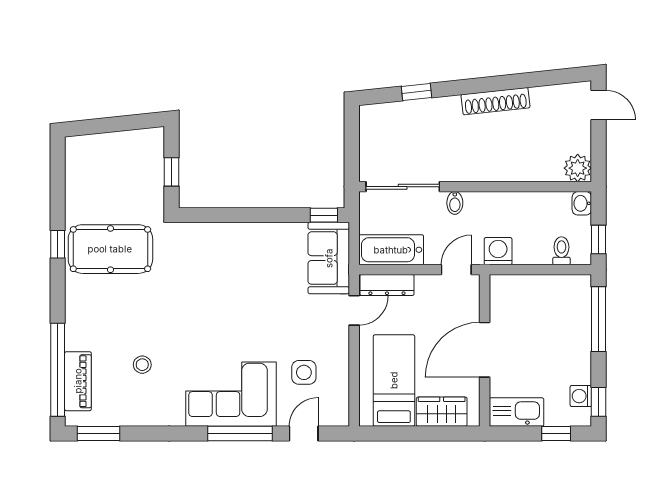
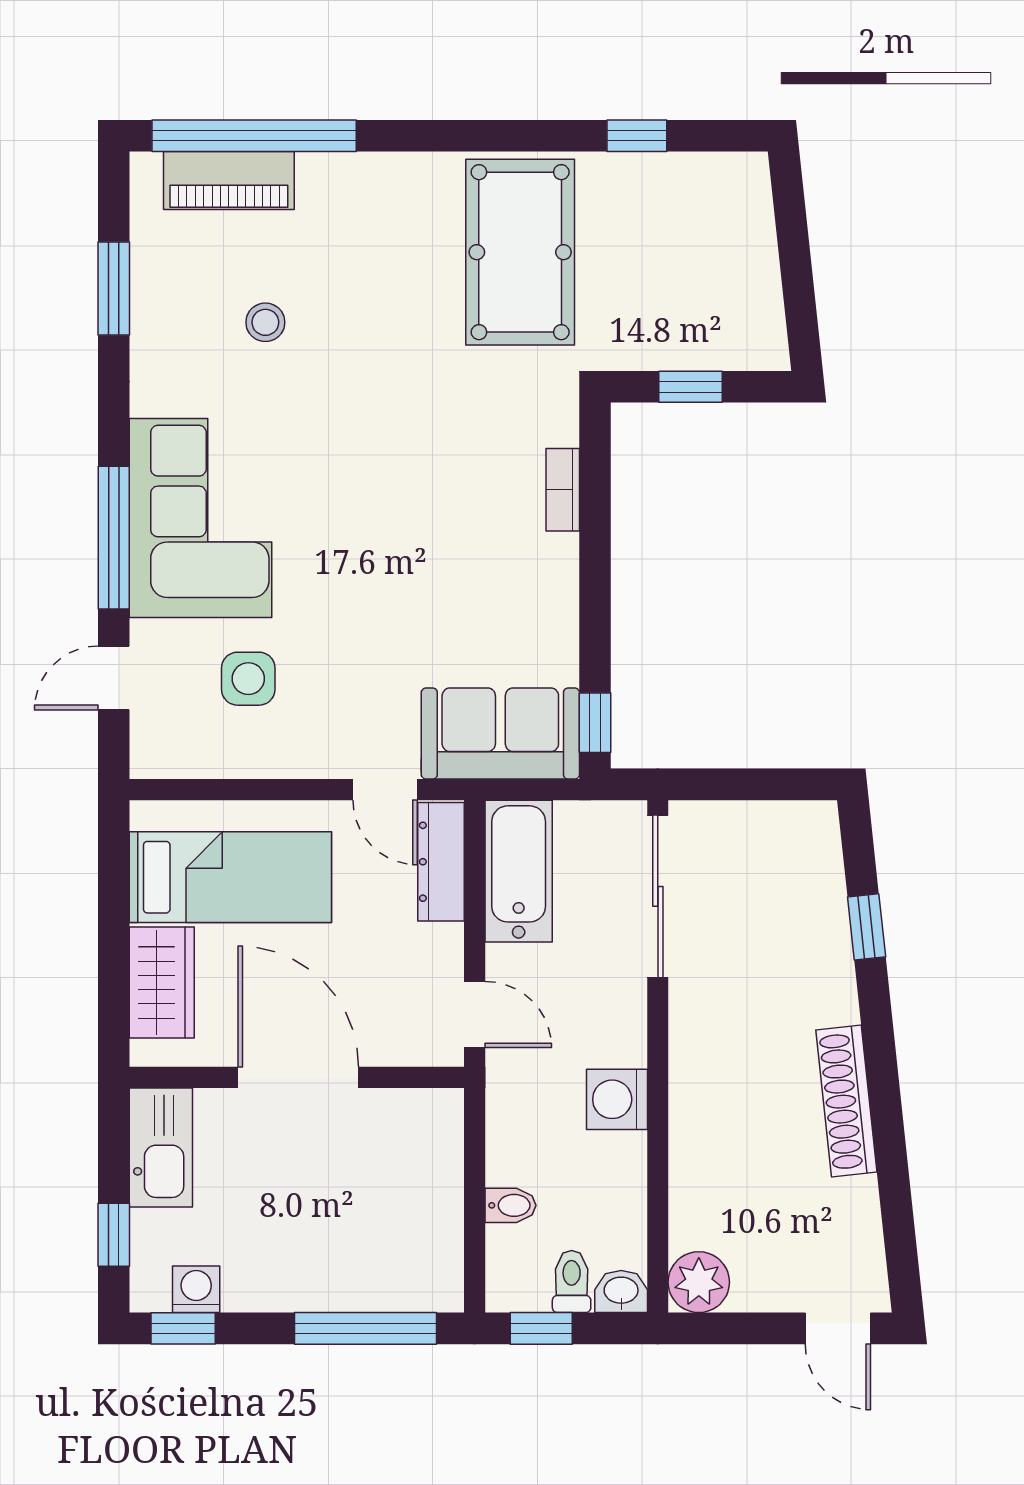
door: (599, 105) -> (838, 1328), hinge flipped
bidet: (455, 203) -> (511, 1205), moved, turned 180
bookcase: (218, 230) -> (563, 490), added
window: (58, 244) -> (637, 136), moved
washing machine: (498, 251) -> (617, 1099), moved, turned 180
toilet: (561, 251) -> (572, 1282), moved, turned -90
window: (99, 433) -> (114, 289), moved
door: (304, 433) -> (114, 678), swing flipped

